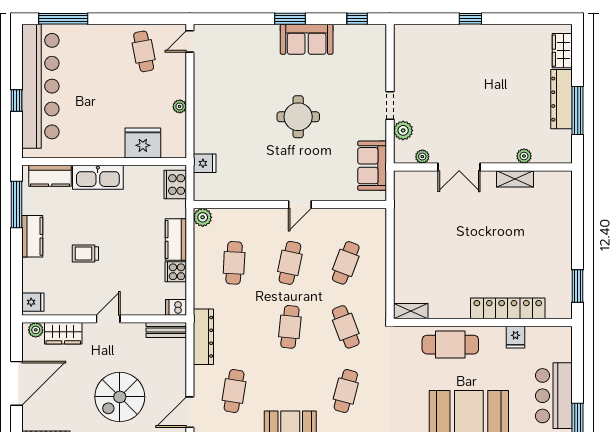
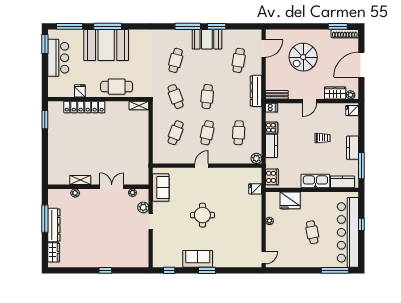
cafe table: (144, 51) -> (312, 232), moved
spiral stairs: (120, 397) -> (303, 57), turned 180

